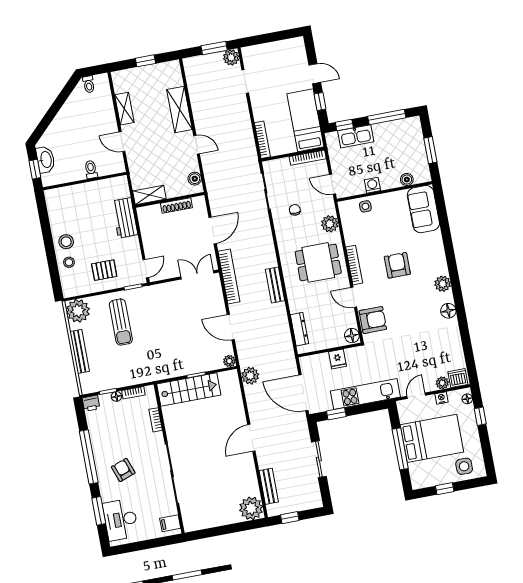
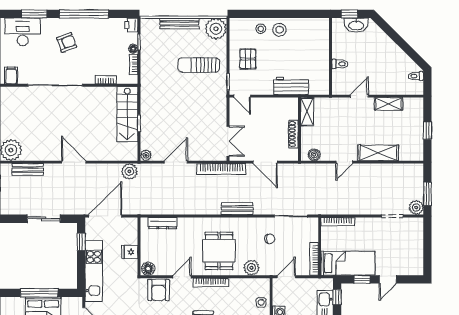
bench: (275, 285) -> (237, 209), moved

